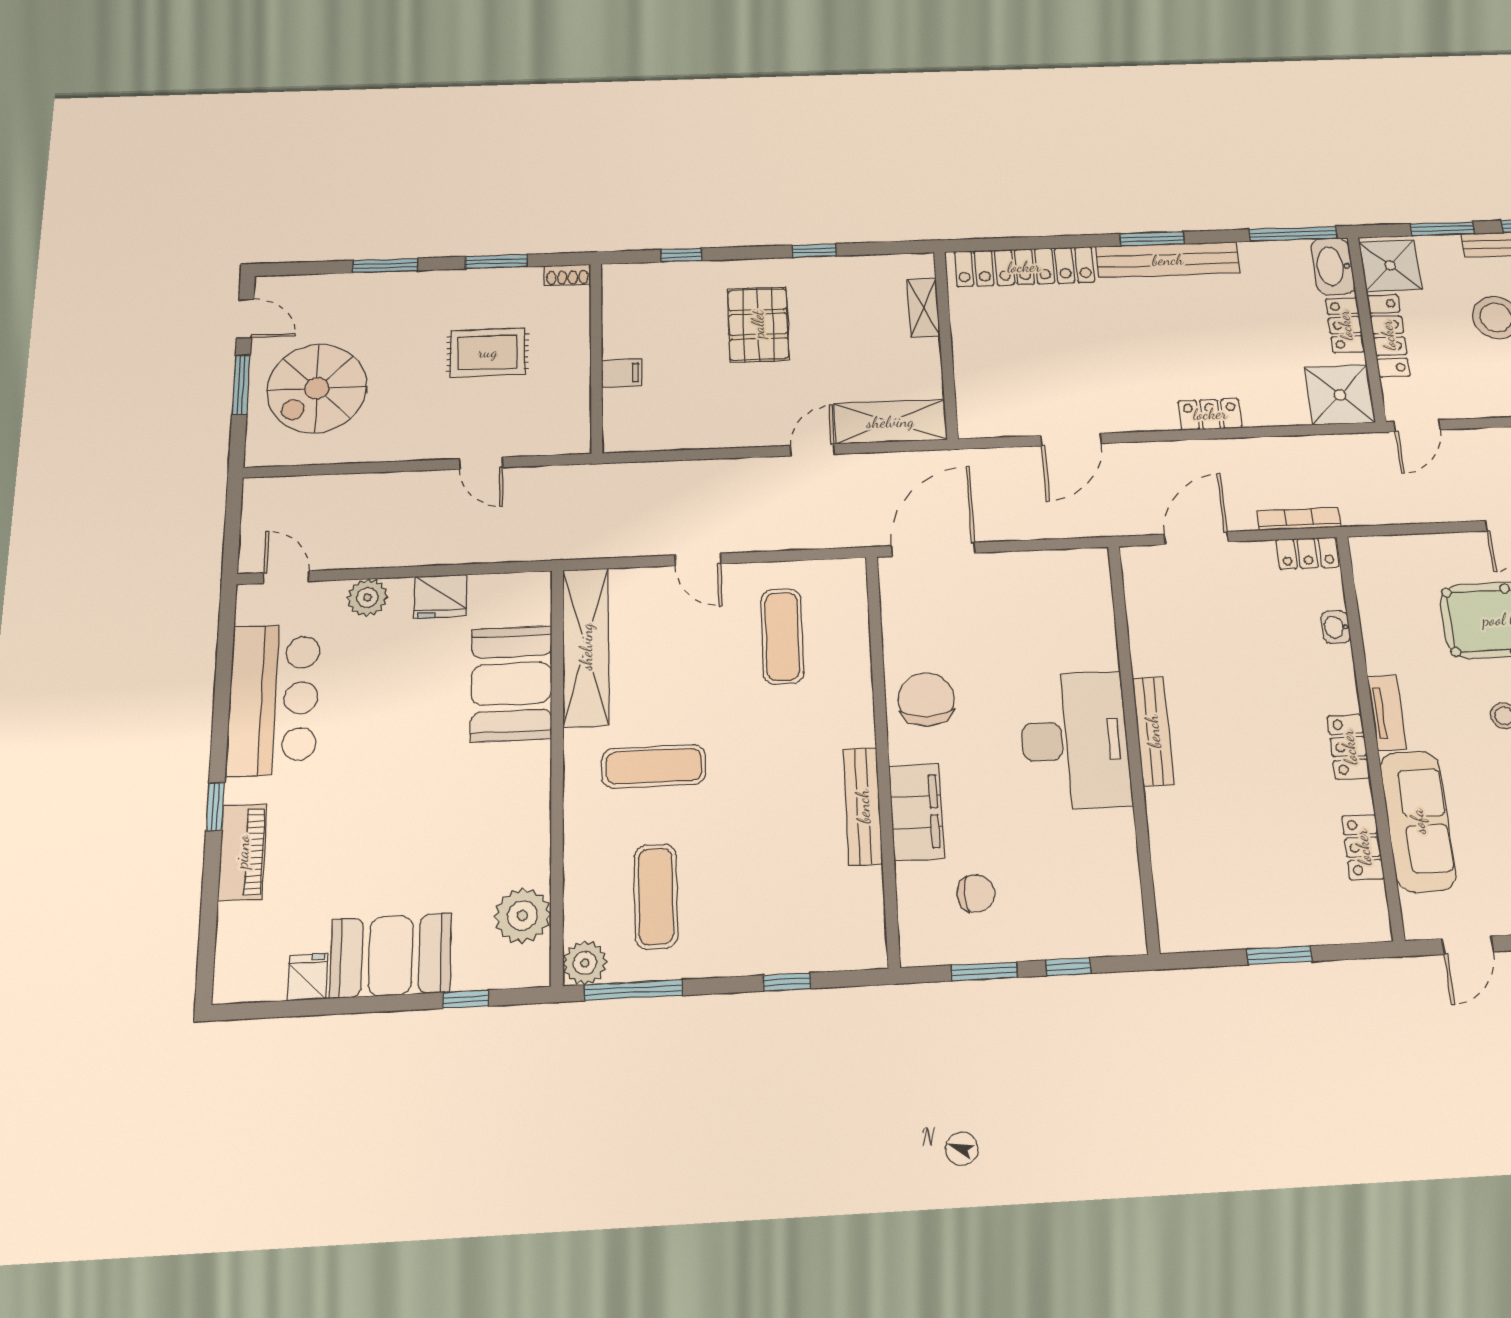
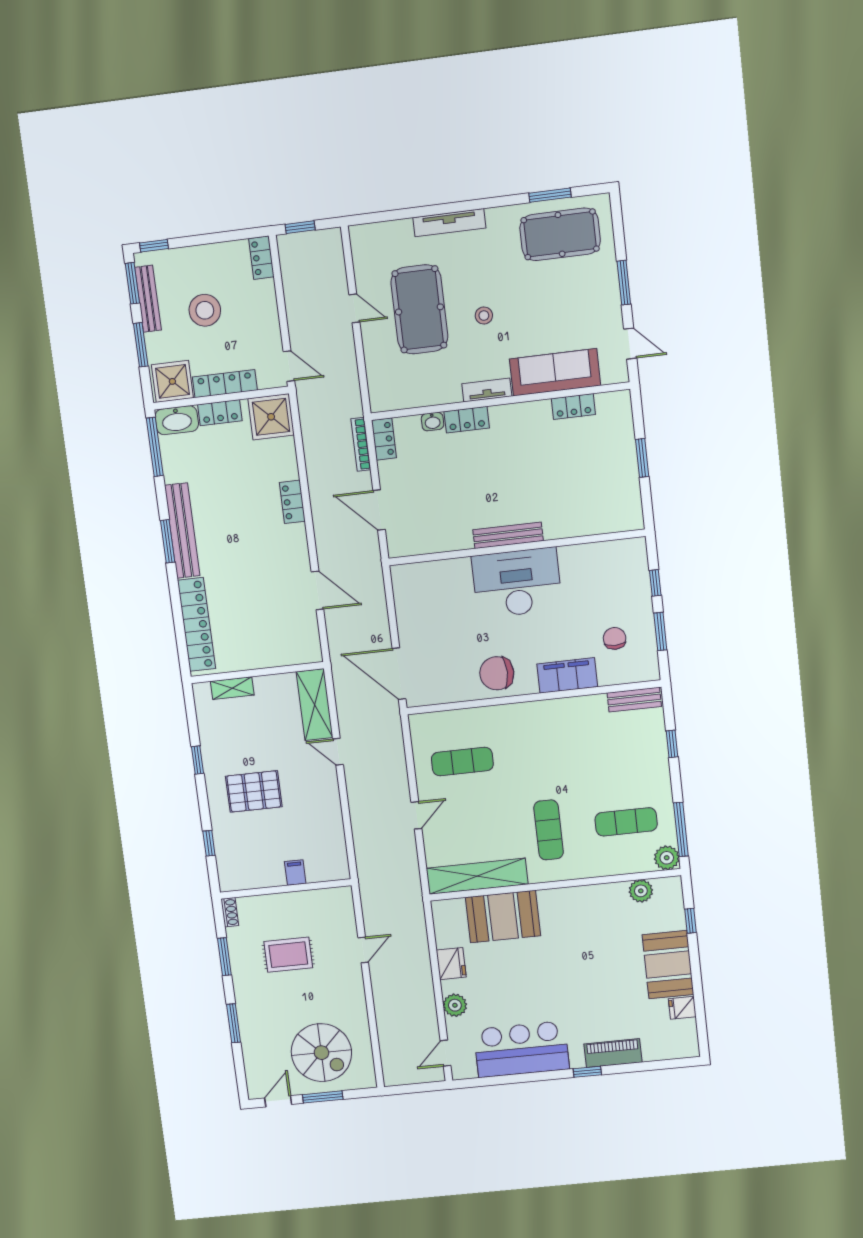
rug: (488, 352) -> (288, 955), turned 90
locker: (1349, 747) -> (467, 420), moved
bench: (863, 806) -> (634, 700), moved, width x0.73
plant: (523, 916) -> (641, 891), width x0.73, depth x0.73

